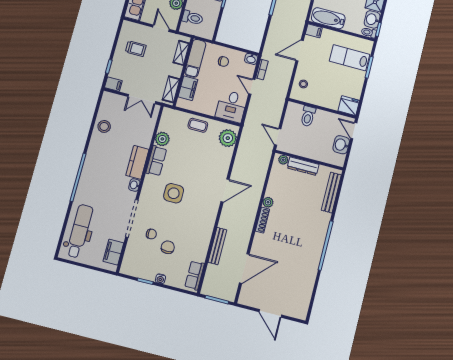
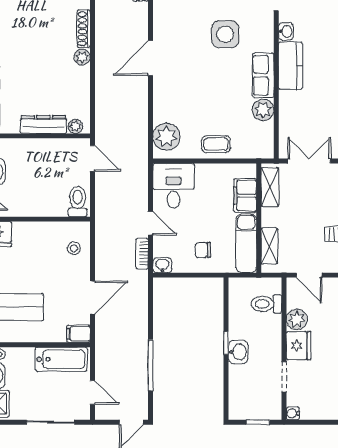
toilet: (308, 116) -> (78, 201), moved

